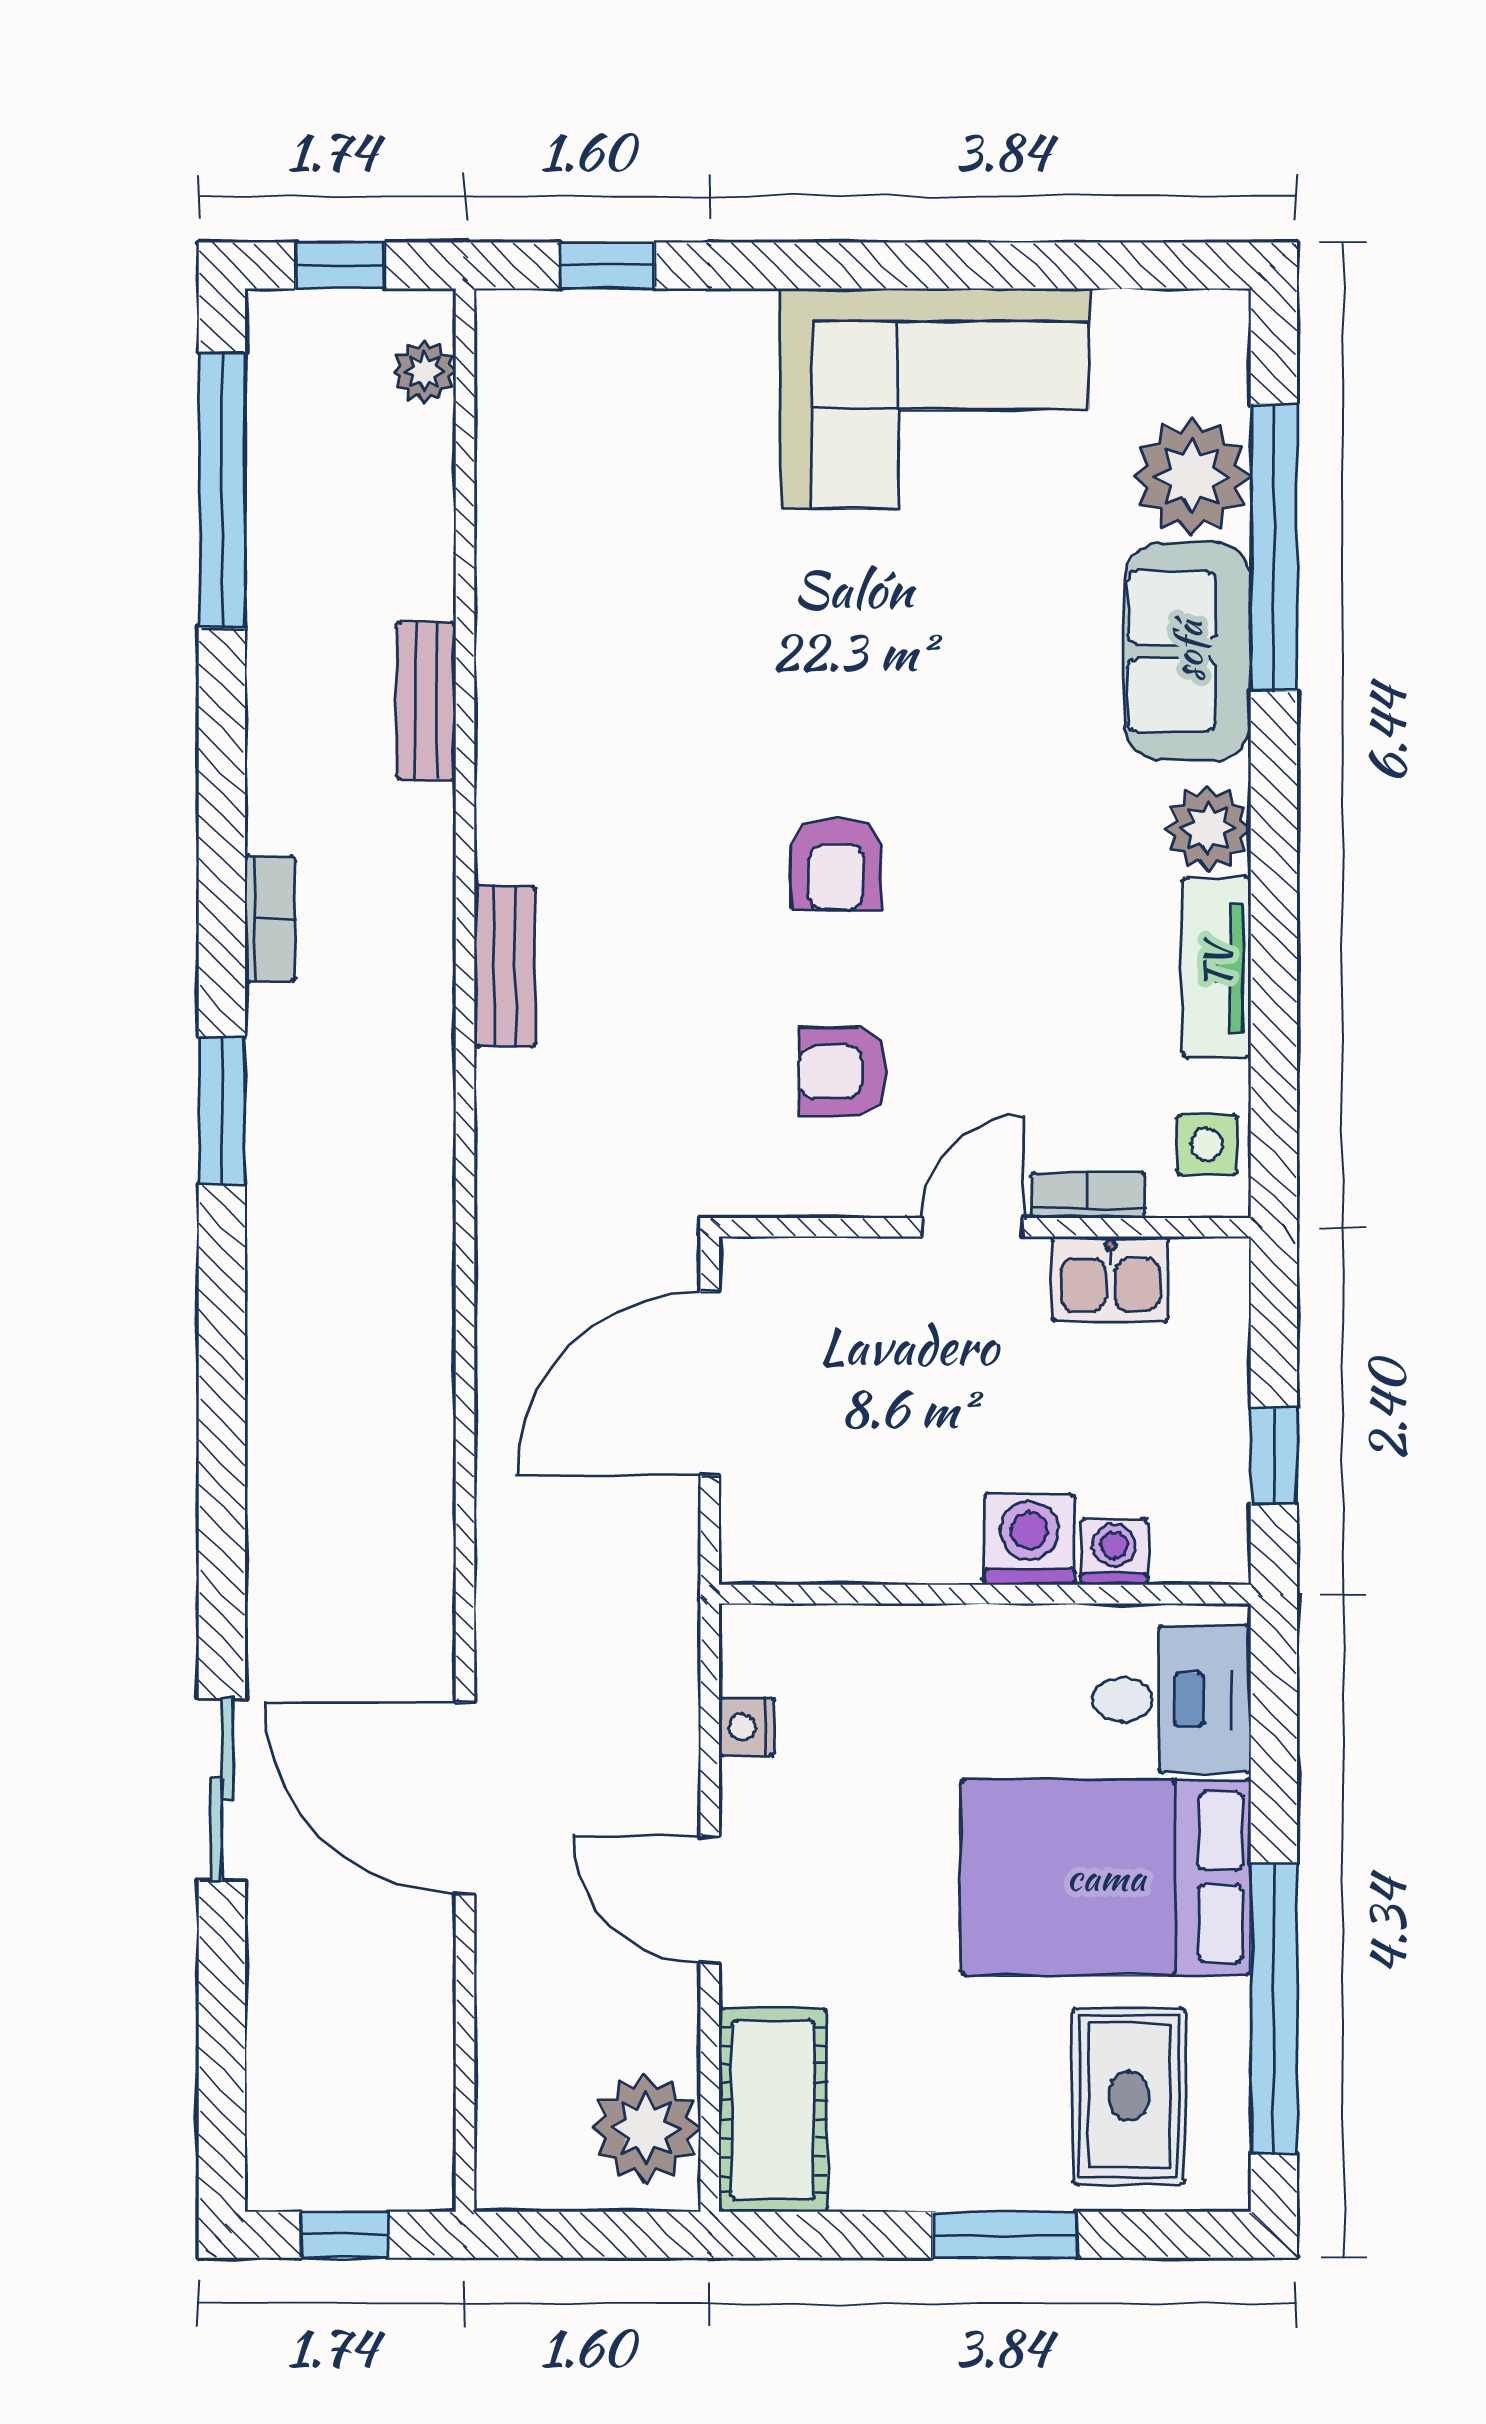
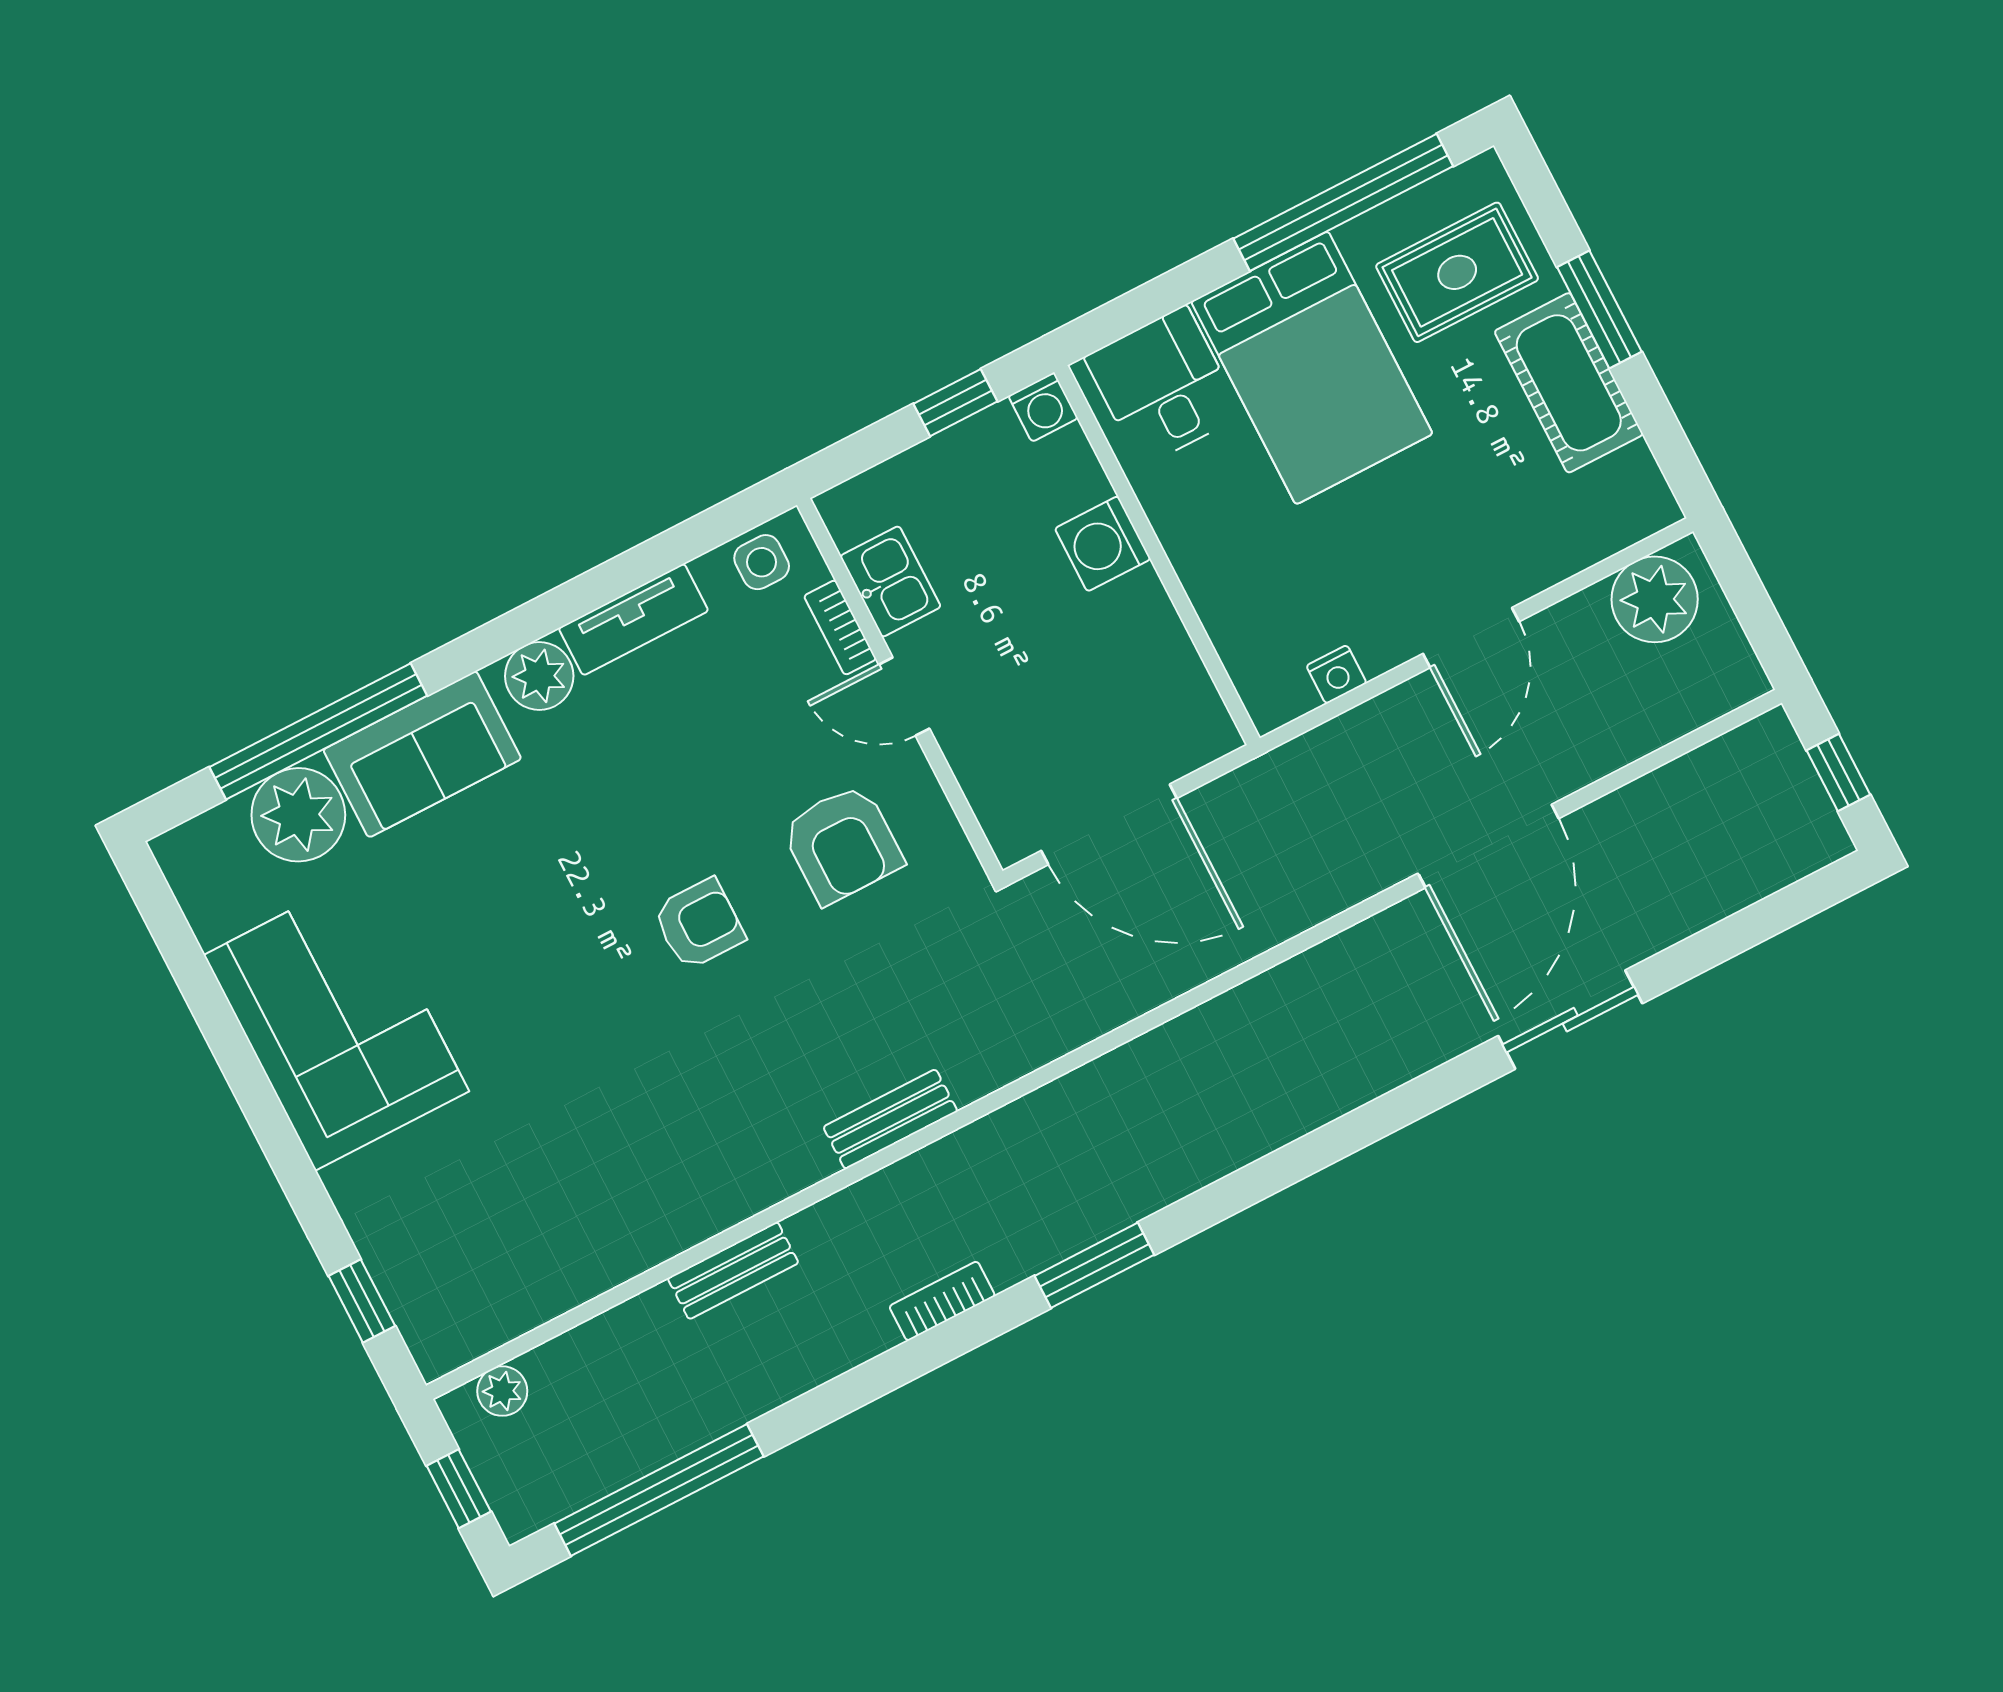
armchair: (843, 1072) -> (842, 844), width x1.38, depth x1.38
washing machine: (1114, 1552) -> (1043, 407), moved, turned -90
cot: (773, 2110) -> (1569, 383), moved, turned 90

